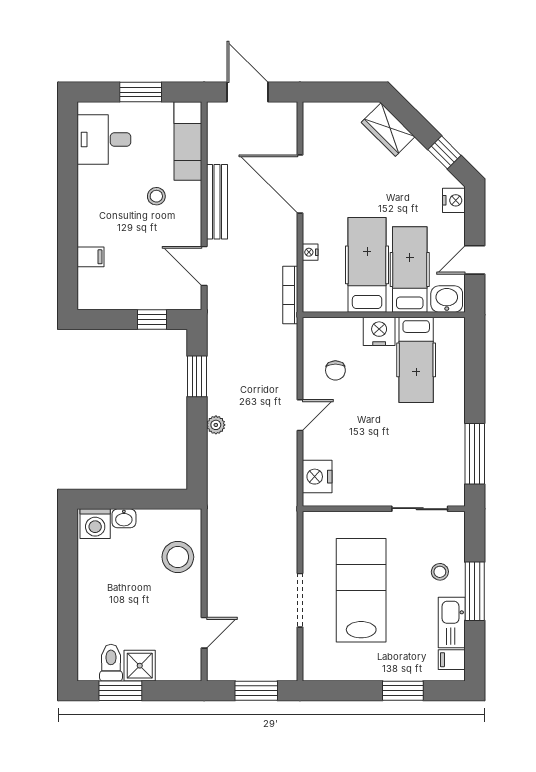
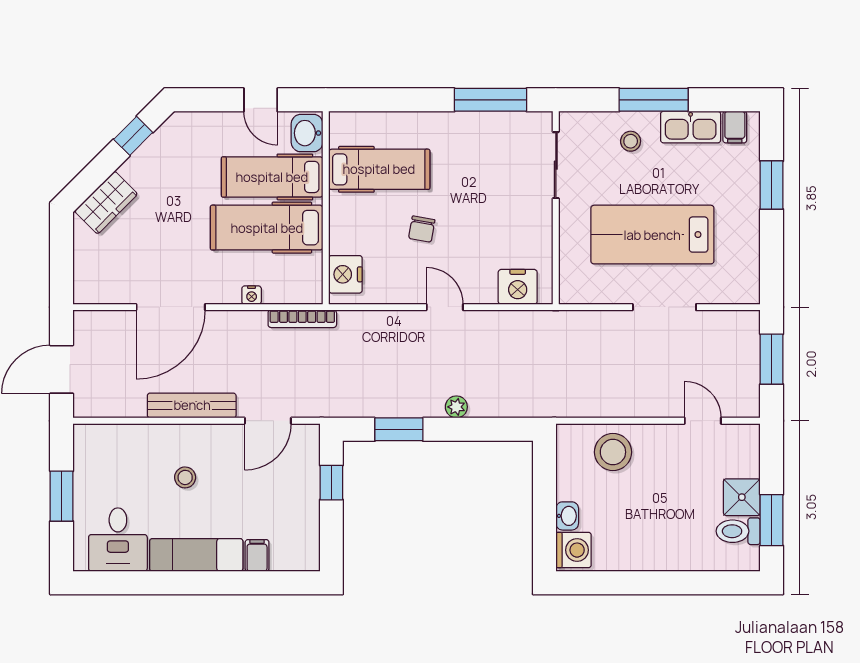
exam couch: (188, 141) -> (196, 555), moved, turned 180
nightstand: (454, 200) -> (190, 125), removed
nightstand: (379, 331) -> (345, 274), moved
chair: (335, 370) -> (422, 229), moved, turned 100

